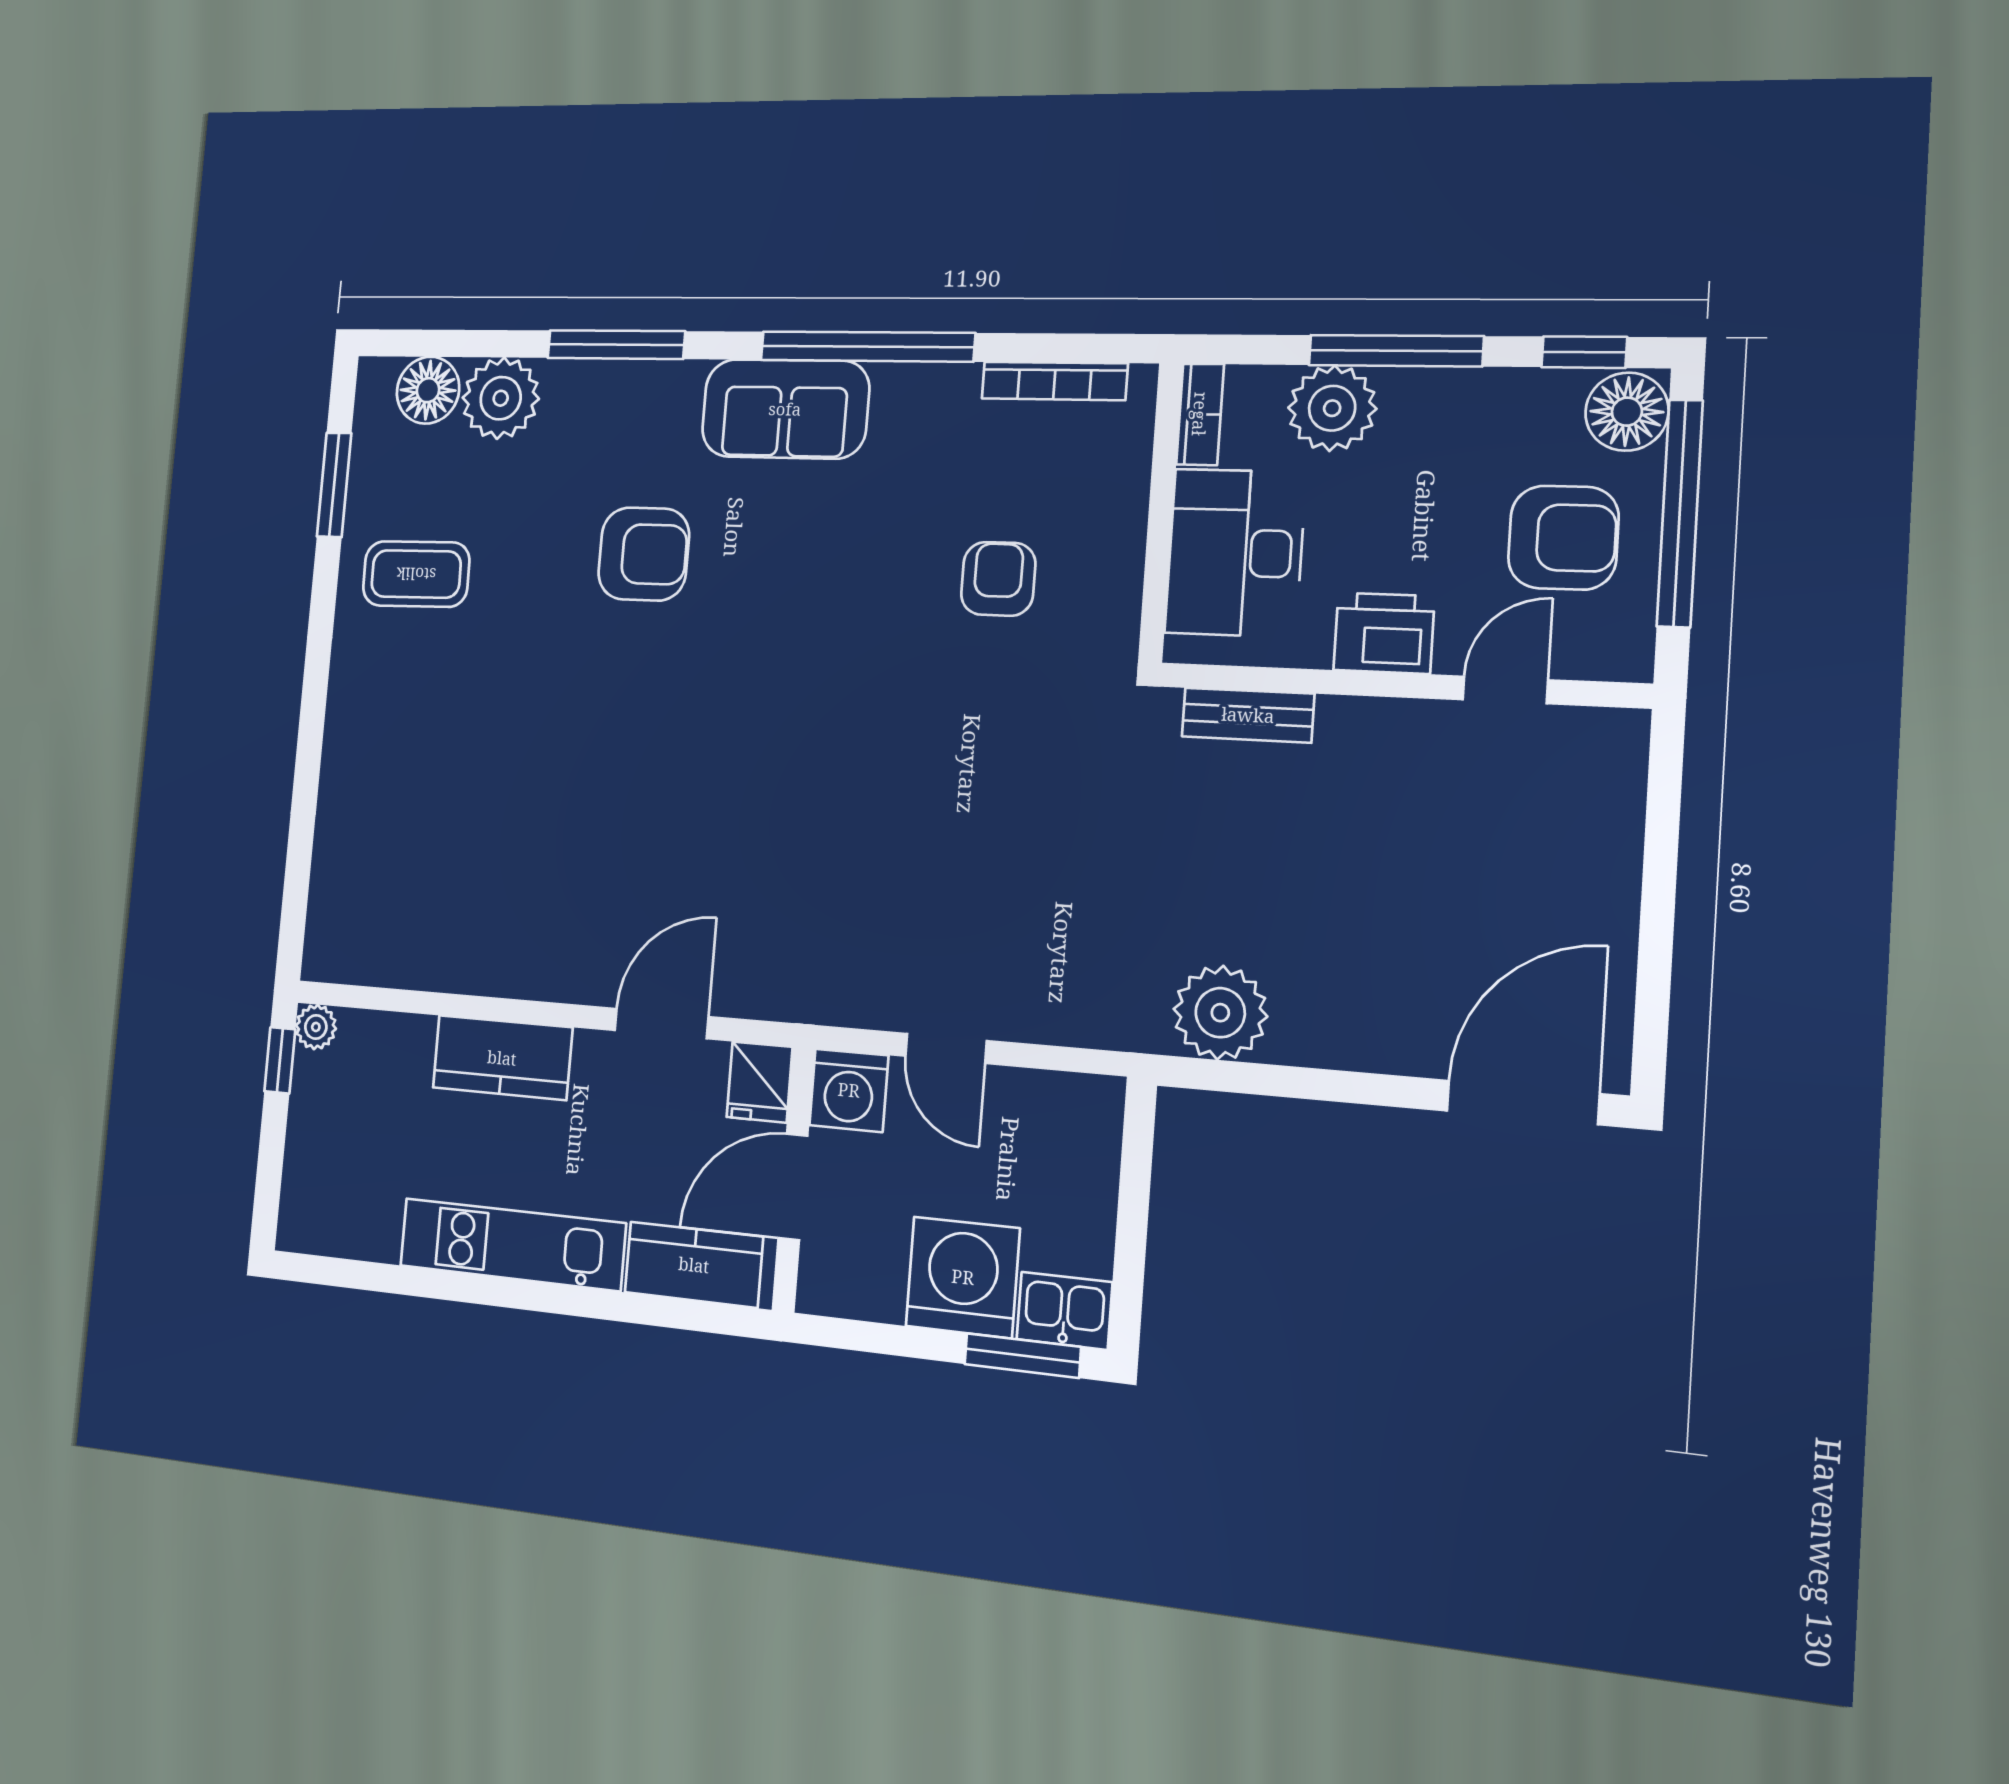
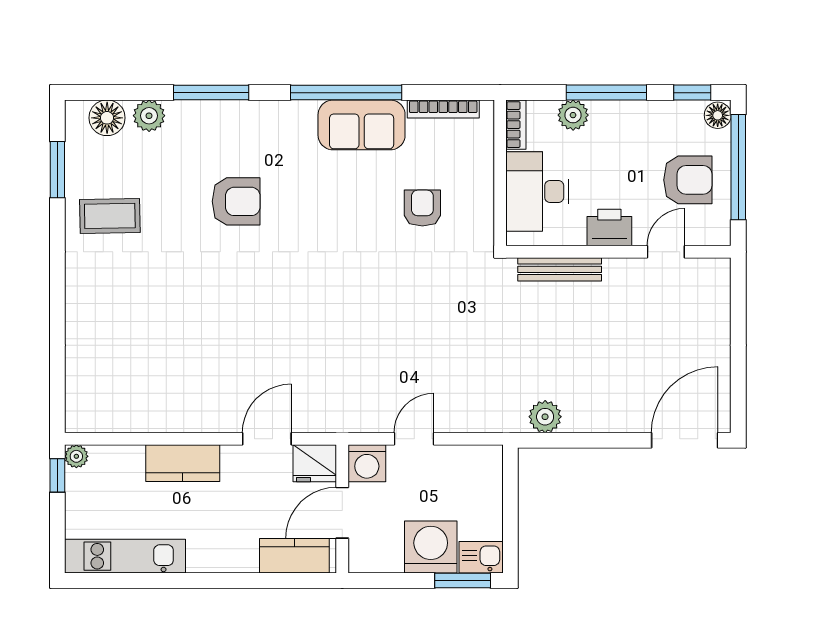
plant: (501, 398) -> (149, 116), width x0.73, depth x0.73
plant: (1332, 408) -> (573, 115), width x0.73, depth x0.73
sofa: (785, 409) -> (362, 125), moved
floor lamp: (1627, 412) -> (718, 115), width x0.73, depth x0.73
bench: (1248, 715) -> (560, 269), width x1.36
plant: (1220, 1013) -> (545, 417), width x0.73, depth x0.73
door: (946, 1048) -> (414, 439), swing flipped
fridge: (760, 1082) -> (315, 463), width x1.38
kitchen unit: (512, 1244) -> (125, 556), moved

